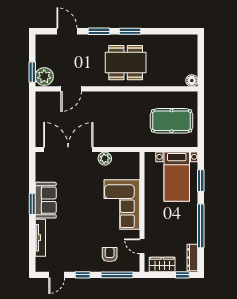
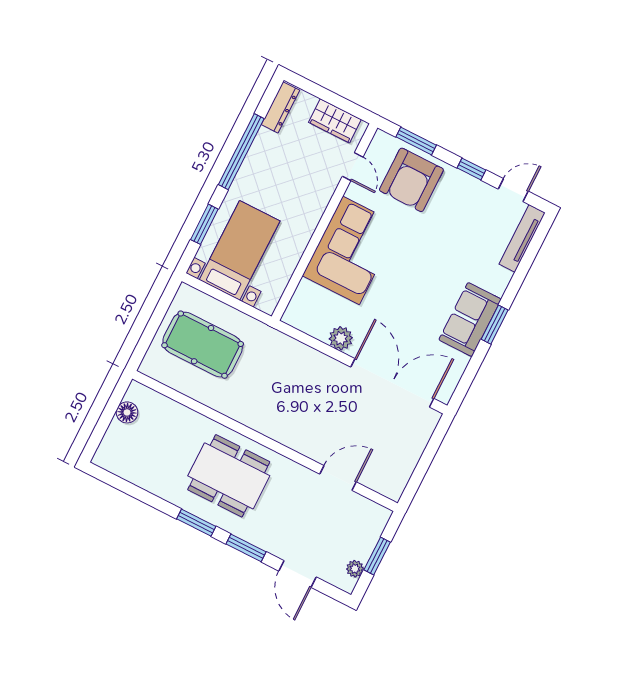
window: (32, 72) -> (377, 556), moved
plant: (44, 77) -> (355, 569), moved, width x0.53, depth x0.53
floor lamp: (192, 81) -> (127, 412), moved
double door: (68, 149) -> (392, 383), swing flipped
tv unit: (40, 238) -> (522, 238), moved
armchair: (110, 255) -> (411, 180), width x1.88, depth x1.88
window: (117, 275) -> (416, 141), width x0.69
window: (182, 275) -> (311, 88), removed

